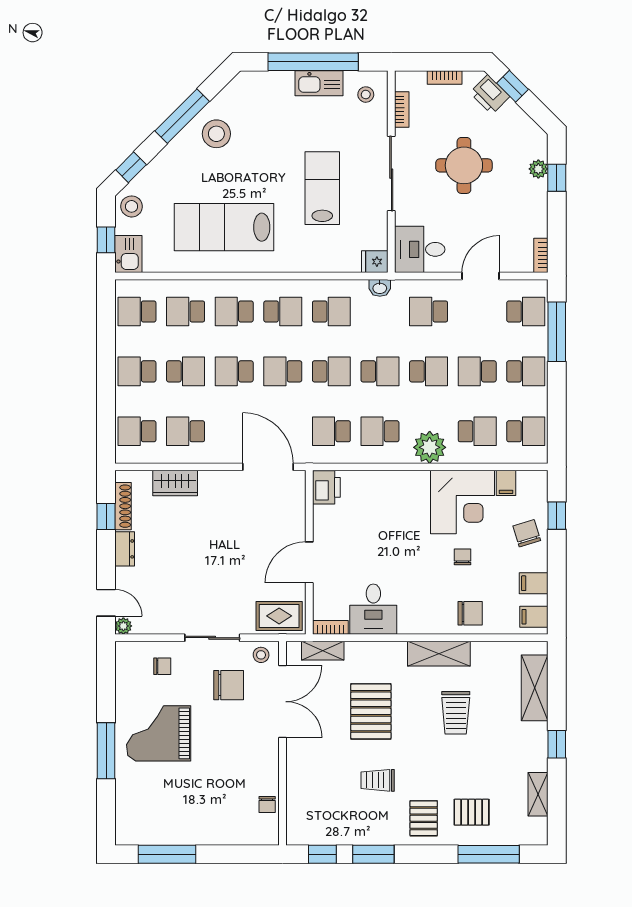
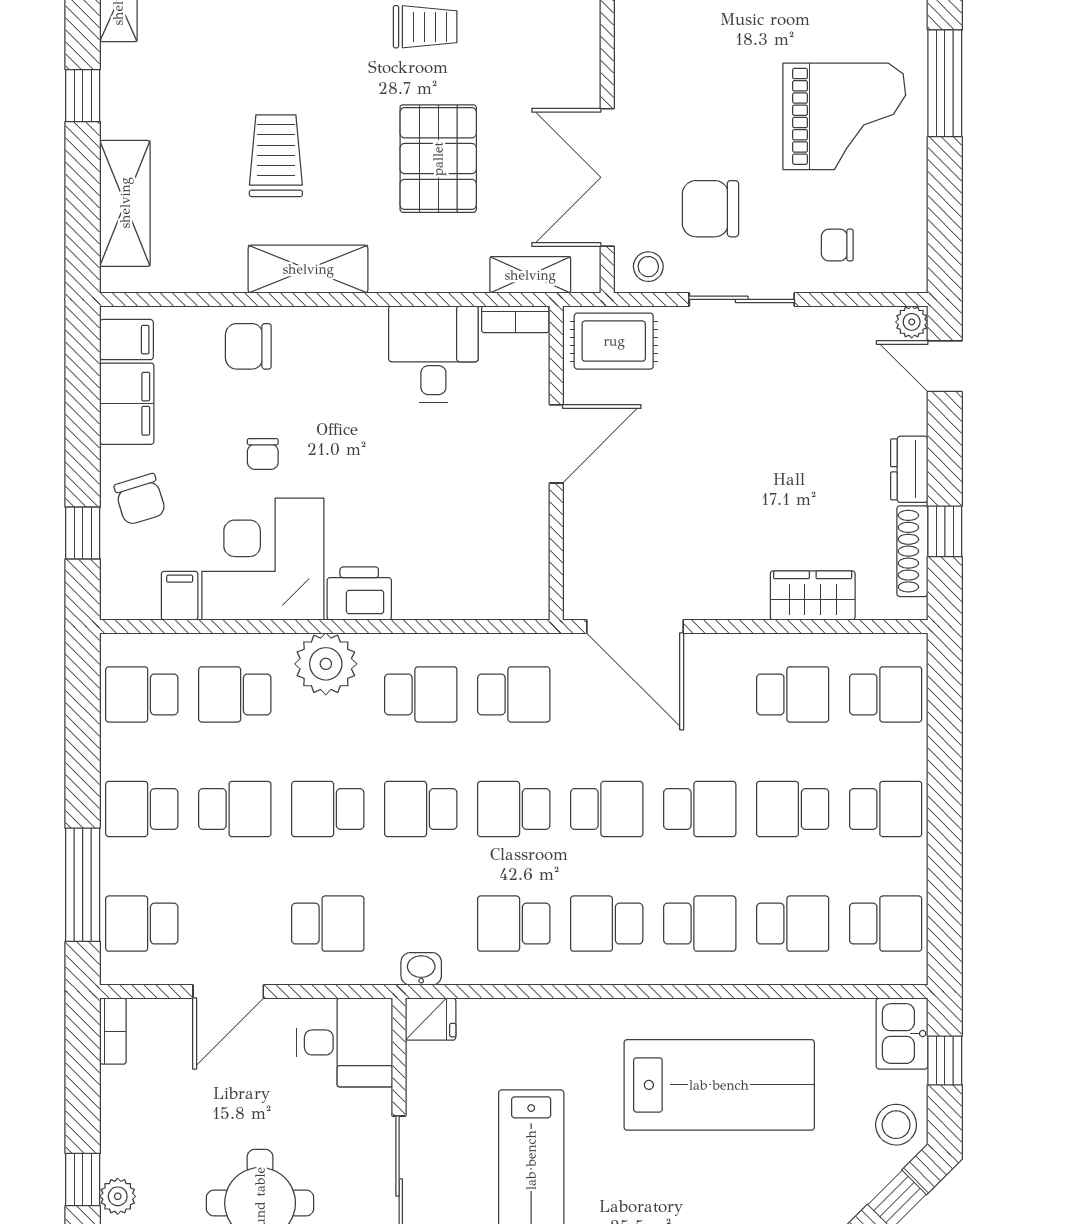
printer: (326, 487) -> (359, 594), moved, turned 90
filing cabinet: (534, 583) -> (127, 404), width x2.00

